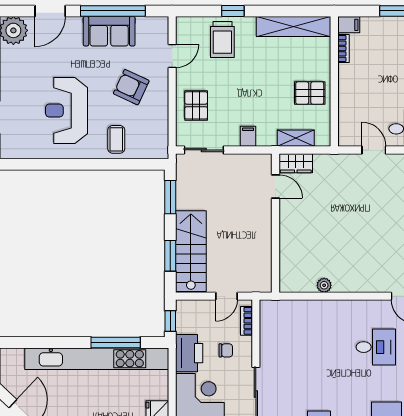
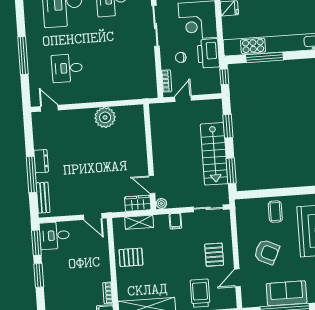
pallet: (196, 105) -> (214, 255), moved
door: (374, 150) -> (93, 217), moved
plant: (265, 161) -> (161, 203), added
stairs: (191, 251) -> (214, 154), moved
plant: (324, 285) -> (105, 117), width x1.88, depth x1.88

